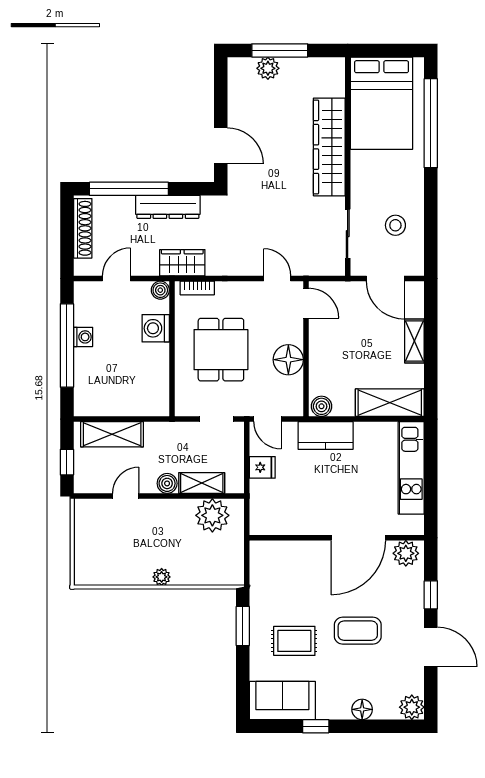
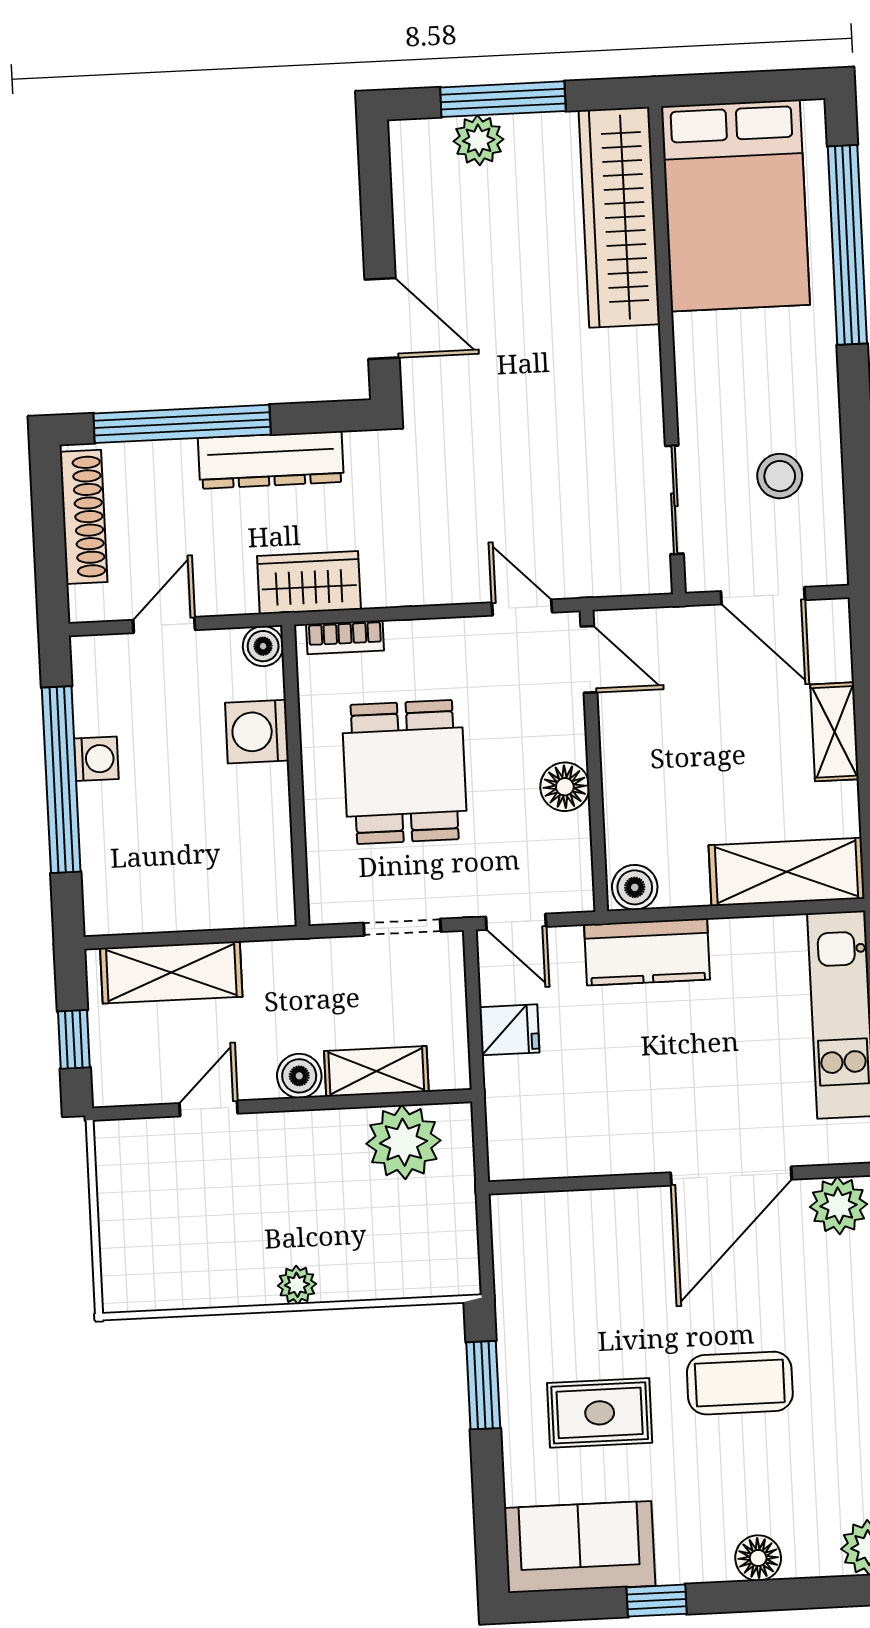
wardrobe: (329, 147) -> (619, 217), moved
floor lamp: (288, 360) -> (565, 787), width x0.73, depth x0.73

